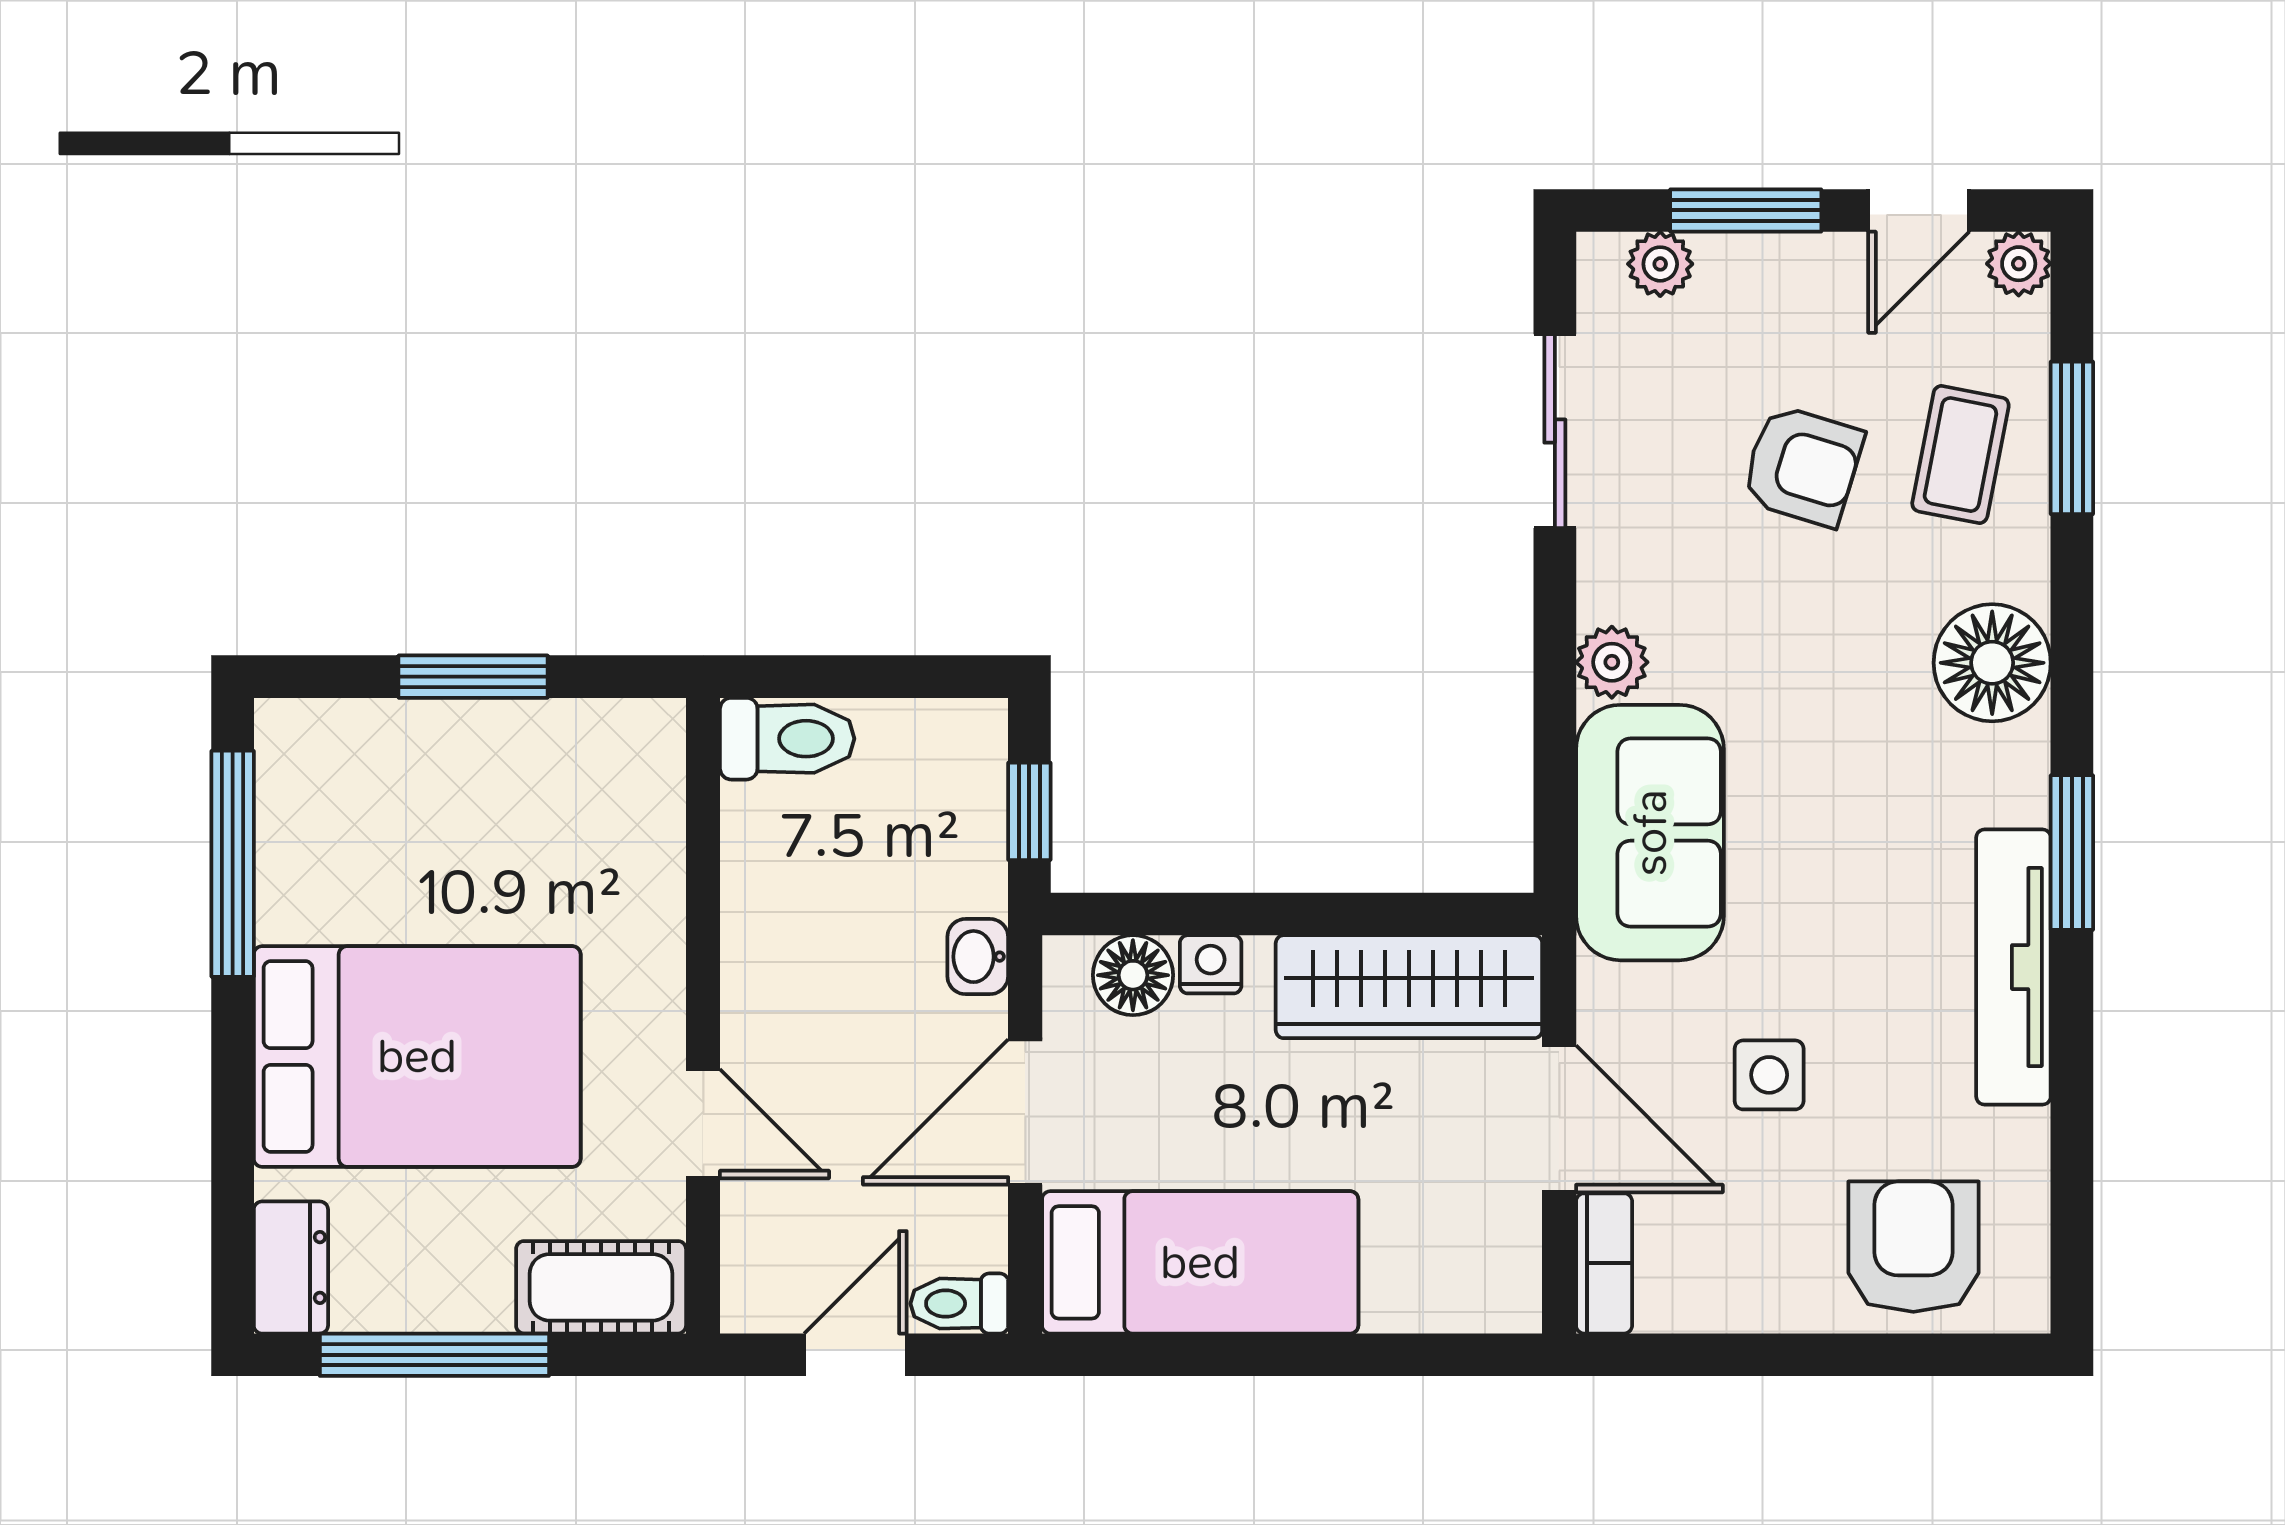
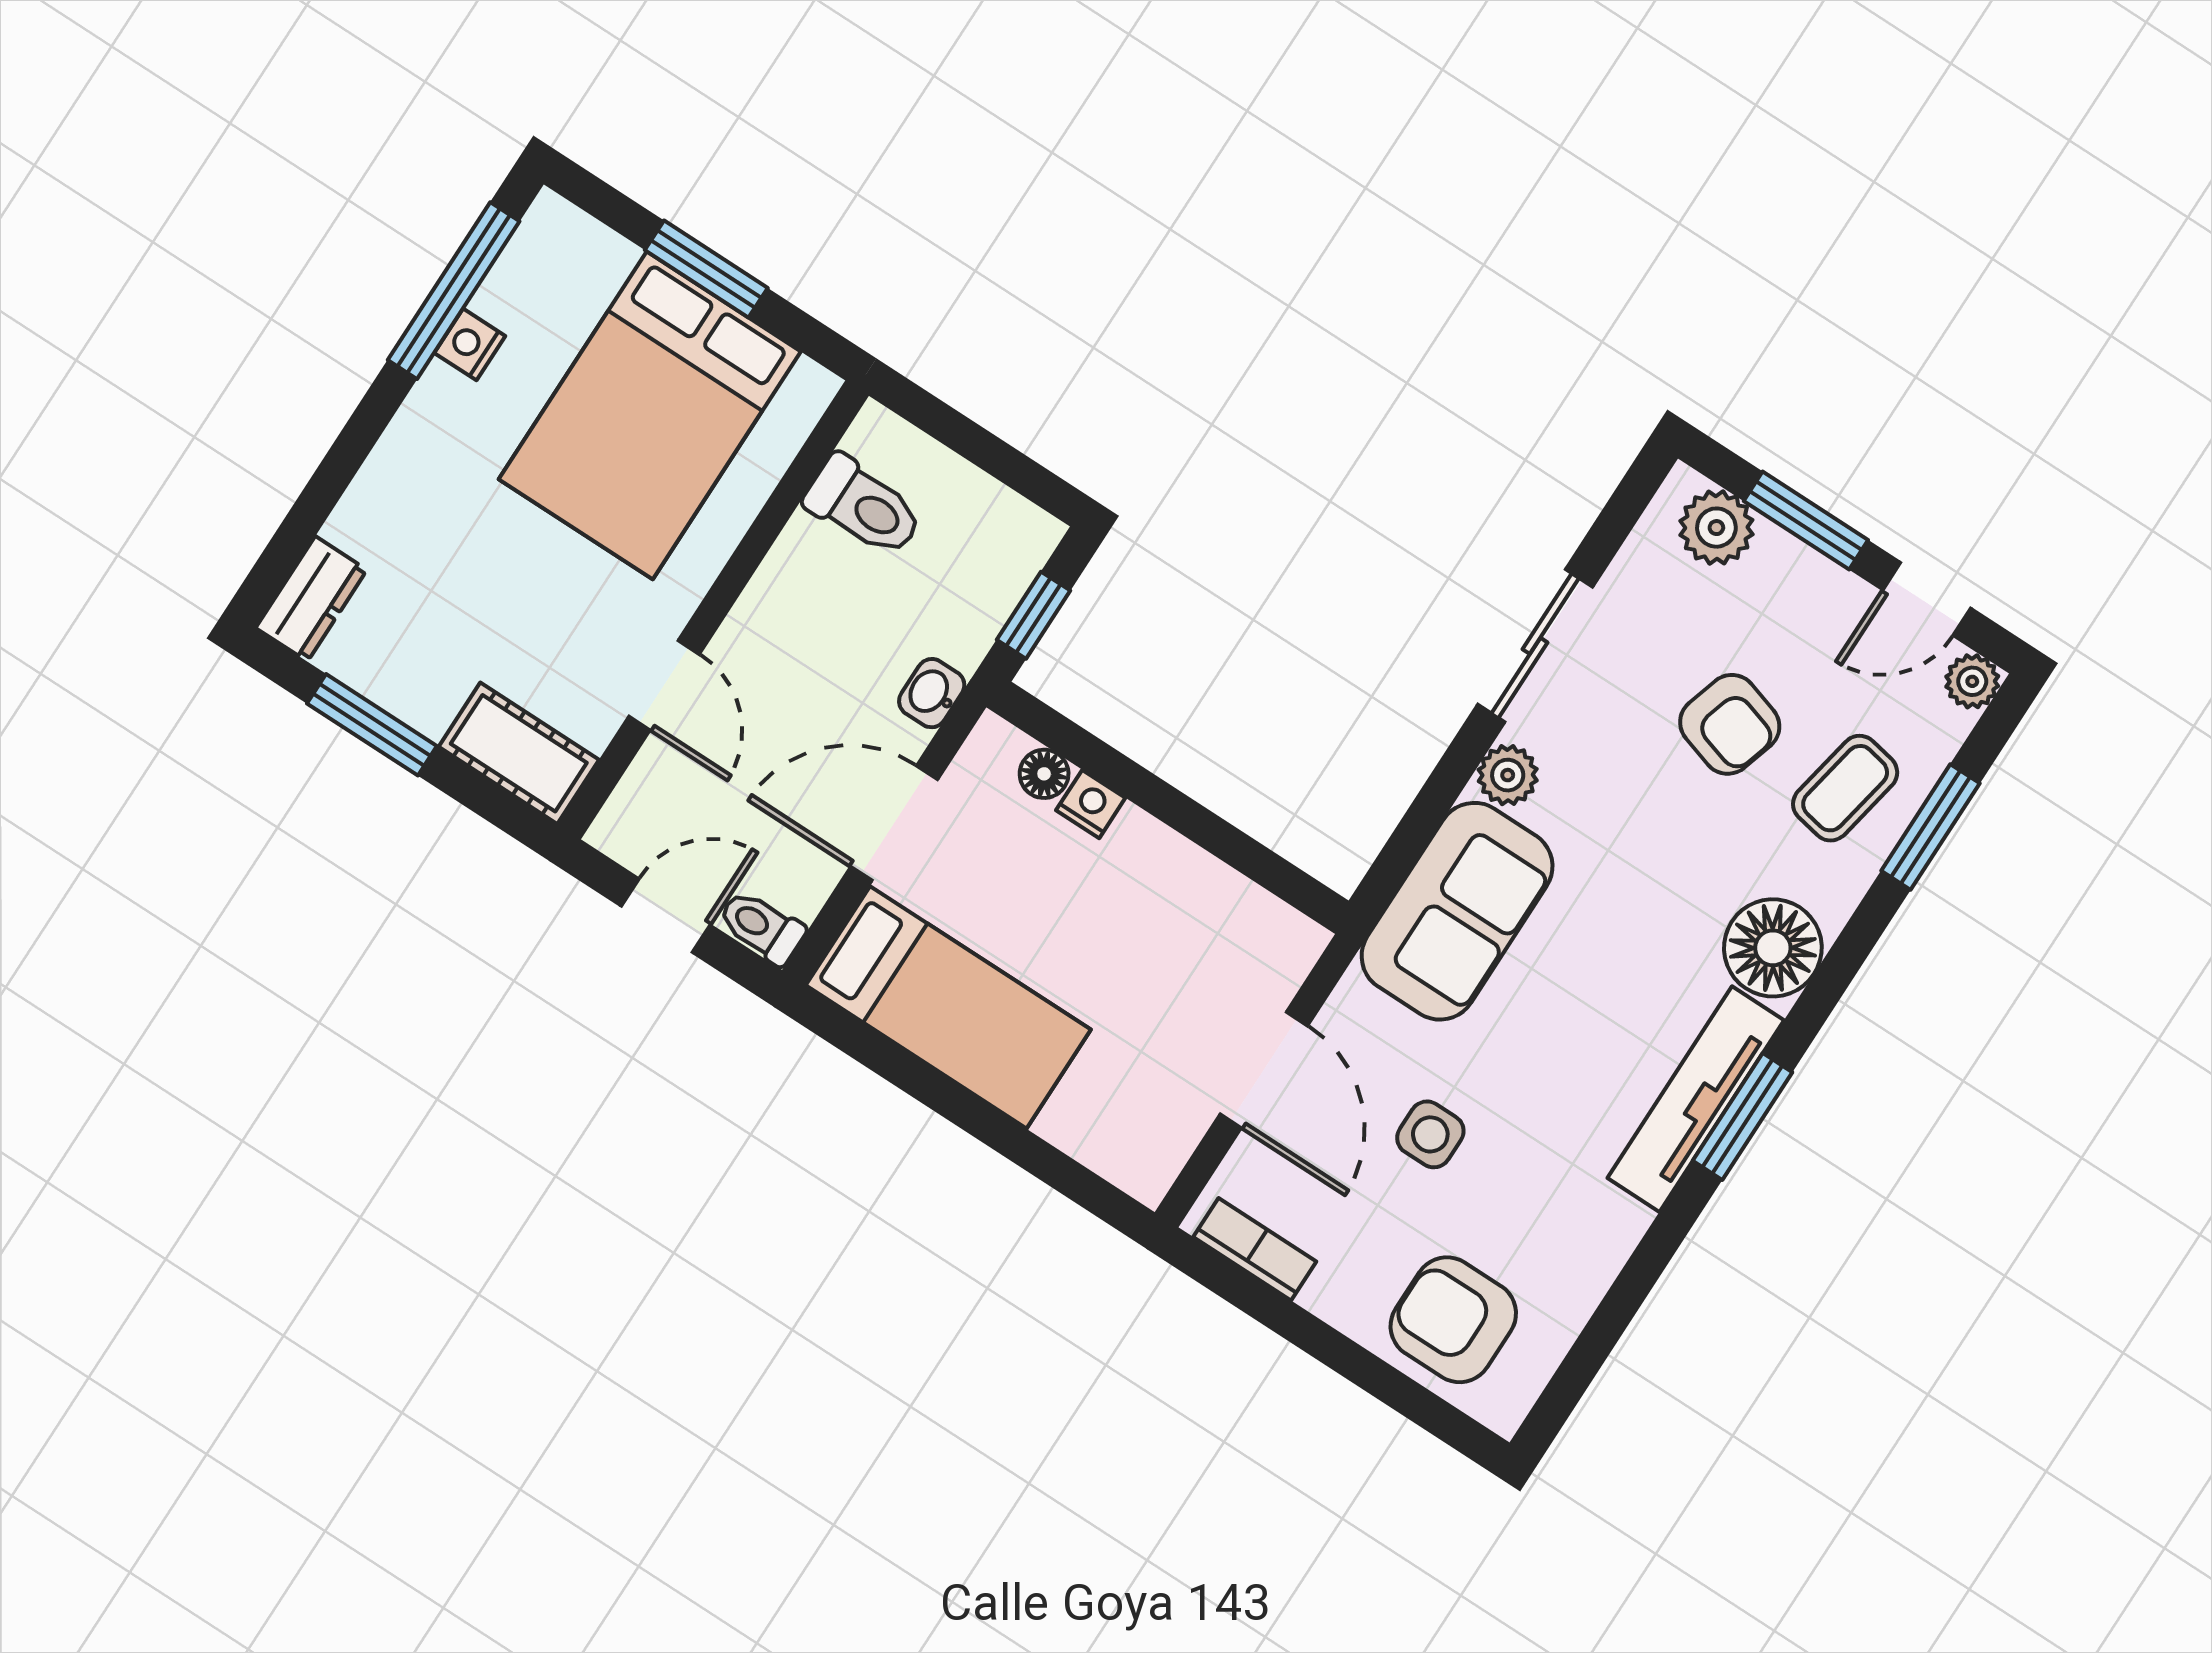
plant: (1660, 264) -> (1716, 528), width x1.38, depth x1.38
sliding door: (1555, 431) -> (1535, 646), moved
toilet: (787, 739) -> (864, 506), moved
nightstand: (284, 907) -> (470, 344), added
tv unit: (2013, 967) -> (1696, 1099), moved
floor lamp: (1133, 975) -> (1044, 774), width x0.73, depth x0.73
wardrobe: (1409, 987) -> (1219, 910), removed
bed: (417, 1056) -> (650, 415), moved, turned 90
armchair: (1913, 1247) -> (1453, 1320), turned -90
bookcase: (1604, 1263) -> (1255, 1249), moved, turned -90
window: (434, 1355) -> (372, 725), width x0.69

